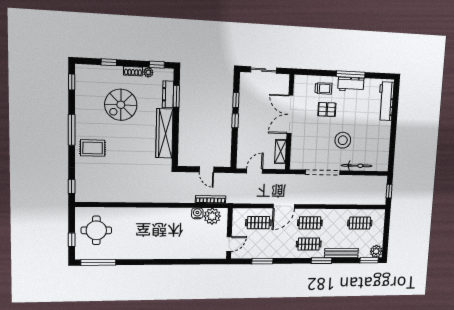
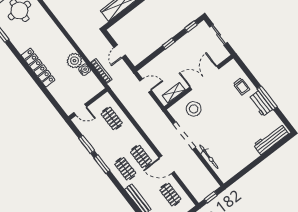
window: (236, 100) -> (191, 26), moved
pallet: (327, 109) -> (229, 101), removed
stool: (343, 140) -> (194, 109), moved
door: (284, 206) -> (167, 165), moved
plant: (212, 216) -> (74, 61), moved
locker: (162, 253) -> (38, 68), added
window: (322, 261) -> (102, 164), moved

